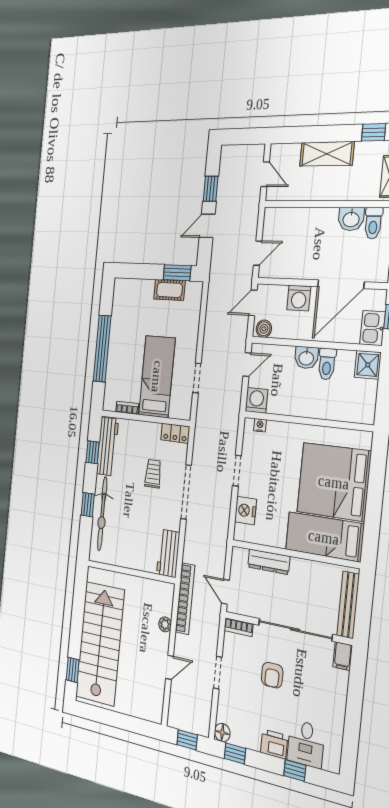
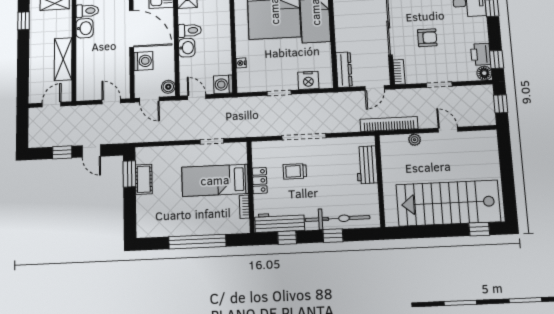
shelving: (327, 154) -> (63, 59), moved
nightstand: (260, 425) -> (241, 63), moved
locker: (175, 433) -> (260, 180), moved
workbench: (168, 553) -> (367, 165), moved, turned 90
dresser: (269, 562) -> (344, 70), moved
printer: (274, 744) -> (481, 54), moved

